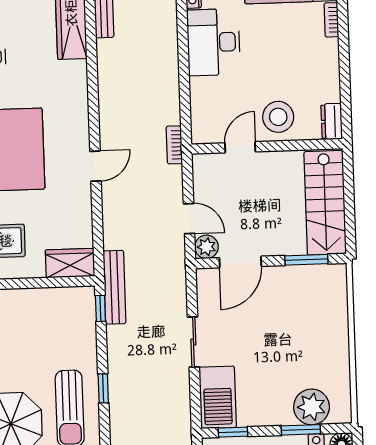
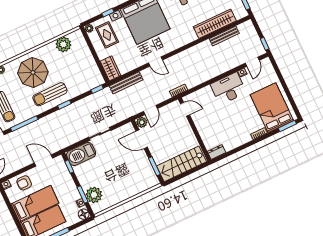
stool: (278, 117) -> (209, 129), removed
door: (240, 147) -> (185, 109), moved
bench: (115, 287) -> (126, 83), moved

